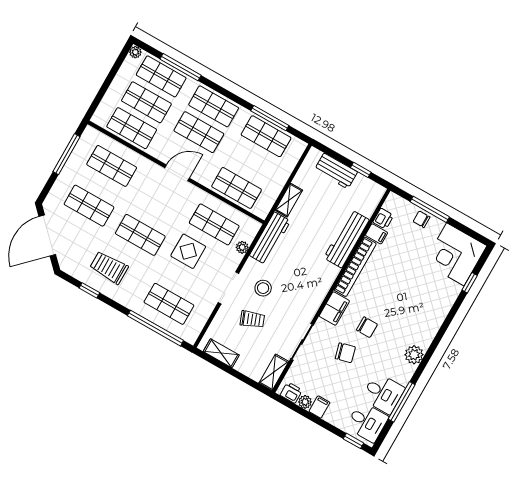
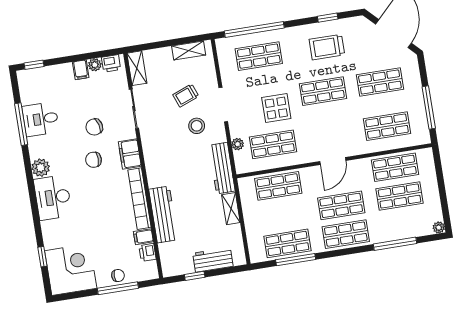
shop shelf: (161, 76) -> (404, 225), removed
trolley: (109, 267) -> (327, 47), turned 180
desk: (367, 422) -> (53, 197), moved, width x1.37

